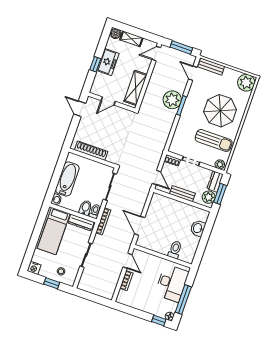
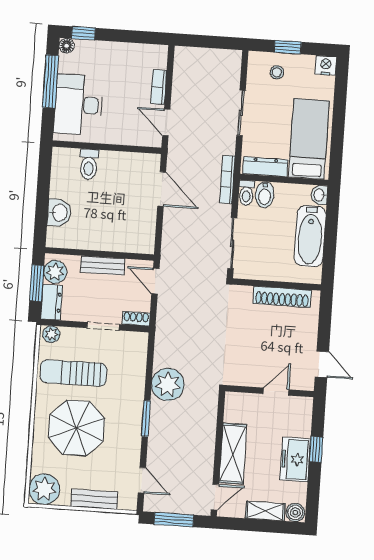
bench: (211, 67) -> (94, 499), moved
shelving: (135, 88) -> (233, 454), moved
plant: (172, 100) -> (168, 384), moved

